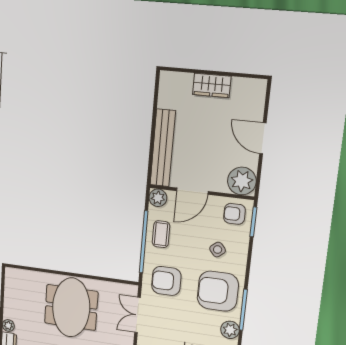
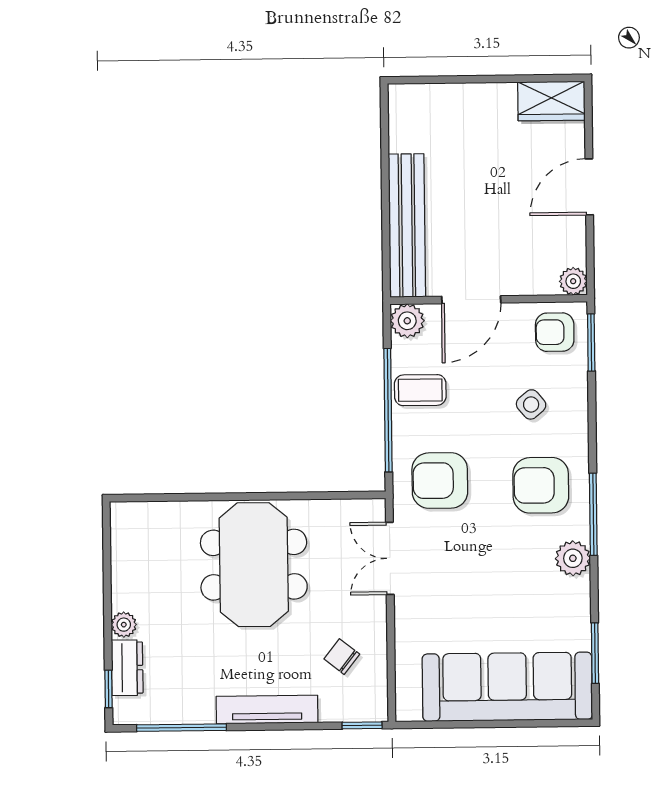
wardrobe: (212, 85) -> (551, 101), moved
door: (263, 138) -> (589, 187), hinge flipped
plant: (242, 181) -> (573, 281), width x0.53, depth x0.53
coffee table: (161, 234) -> (420, 390), turned 90
armchair: (218, 291) -> (541, 485), width x0.73, depth x0.73

